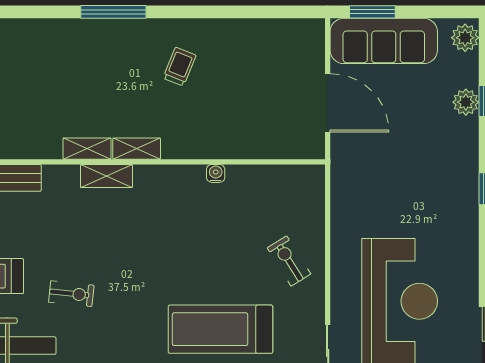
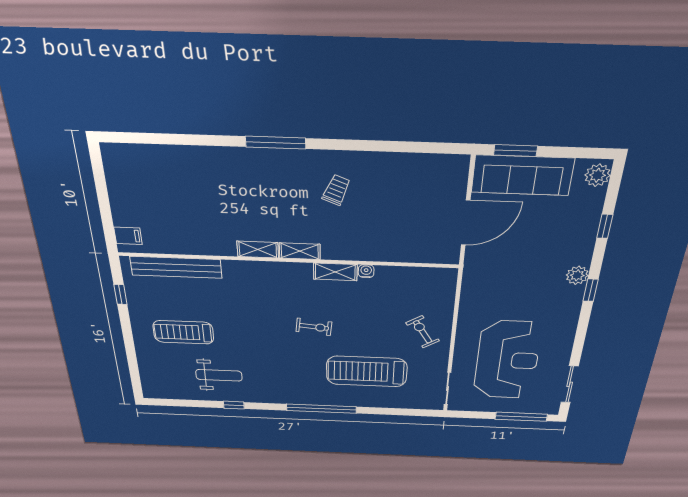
plant: (466, 102) -> (577, 275), moved
door: (328, 103) -> (466, 223), hinge flipped
shelving: (106, 176) -> (335, 272), moved
exercise bike: (71, 294) -> (314, 327), moved

